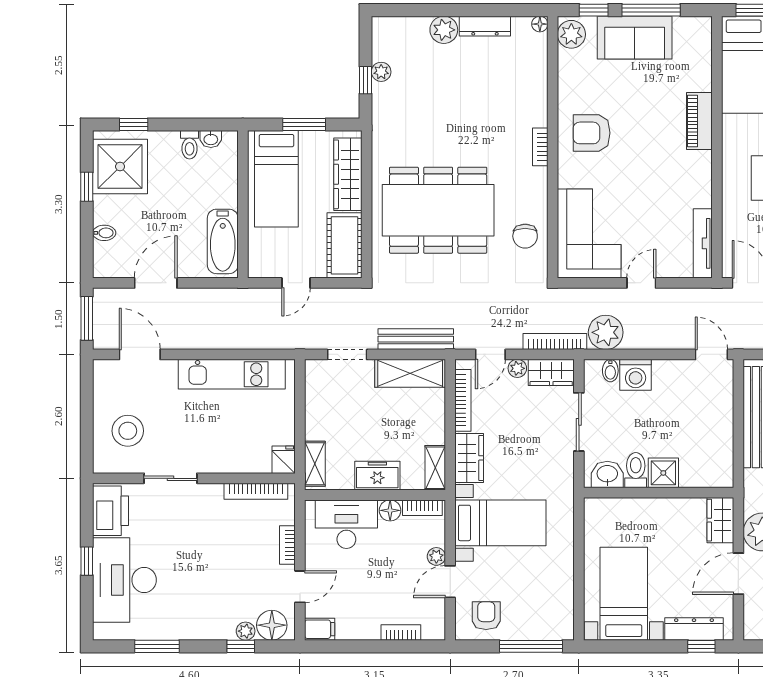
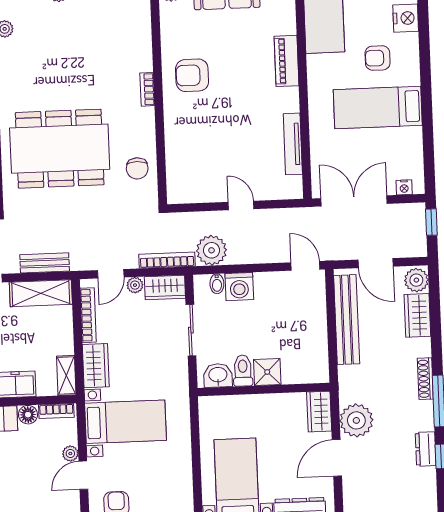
corner sofa: (589, 234) -> (193, 164), removed
tv unit: (703, 243) -> (293, 144), moved
door: (641, 283) -> (241, 206), hinge flipped
bench: (416, 339) -> (45, 263), width x0.73

